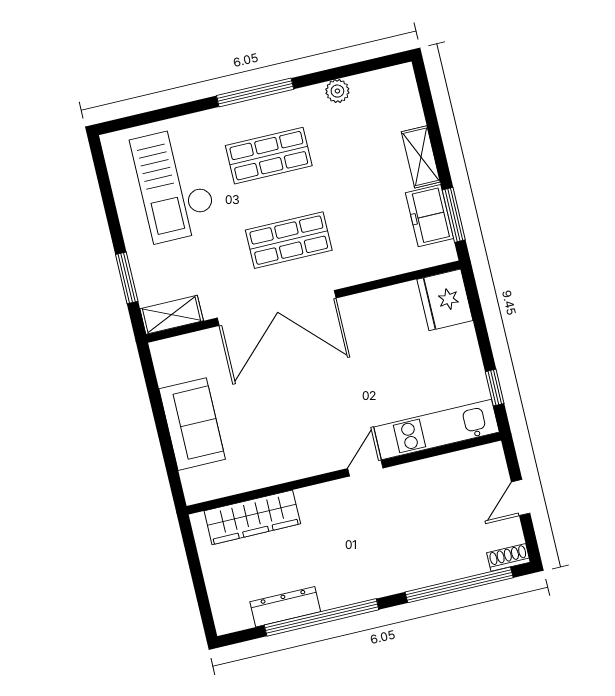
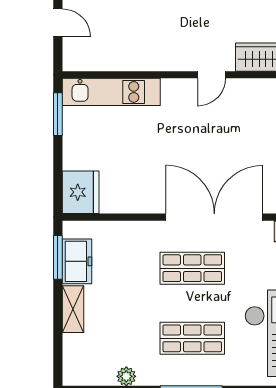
window: (495, 388) -> (58, 114), width x1.50
door: (365, 468) -> (211, 75), moved
door: (521, 498) -> (58, 23), hinge flipped

